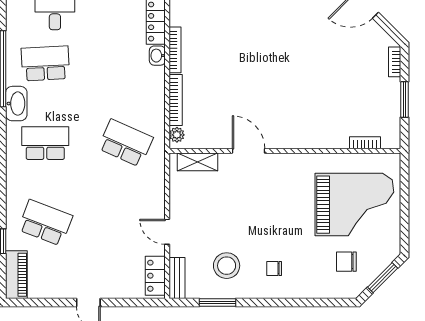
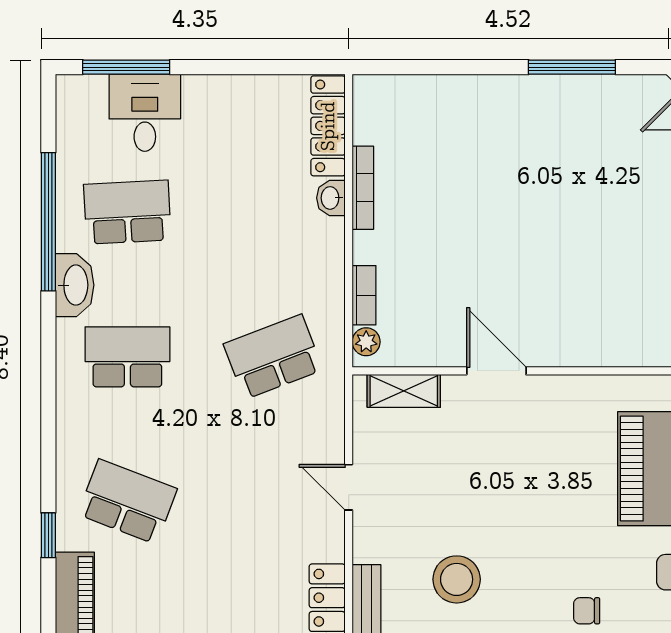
bookcase: (176, 100) -> (364, 295), width x0.64
school desk: (126, 143) -> (273, 357), turned -45
door: (167, 232) -> (349, 487), moved
chair: (274, 268) -> (587, 611), moved

